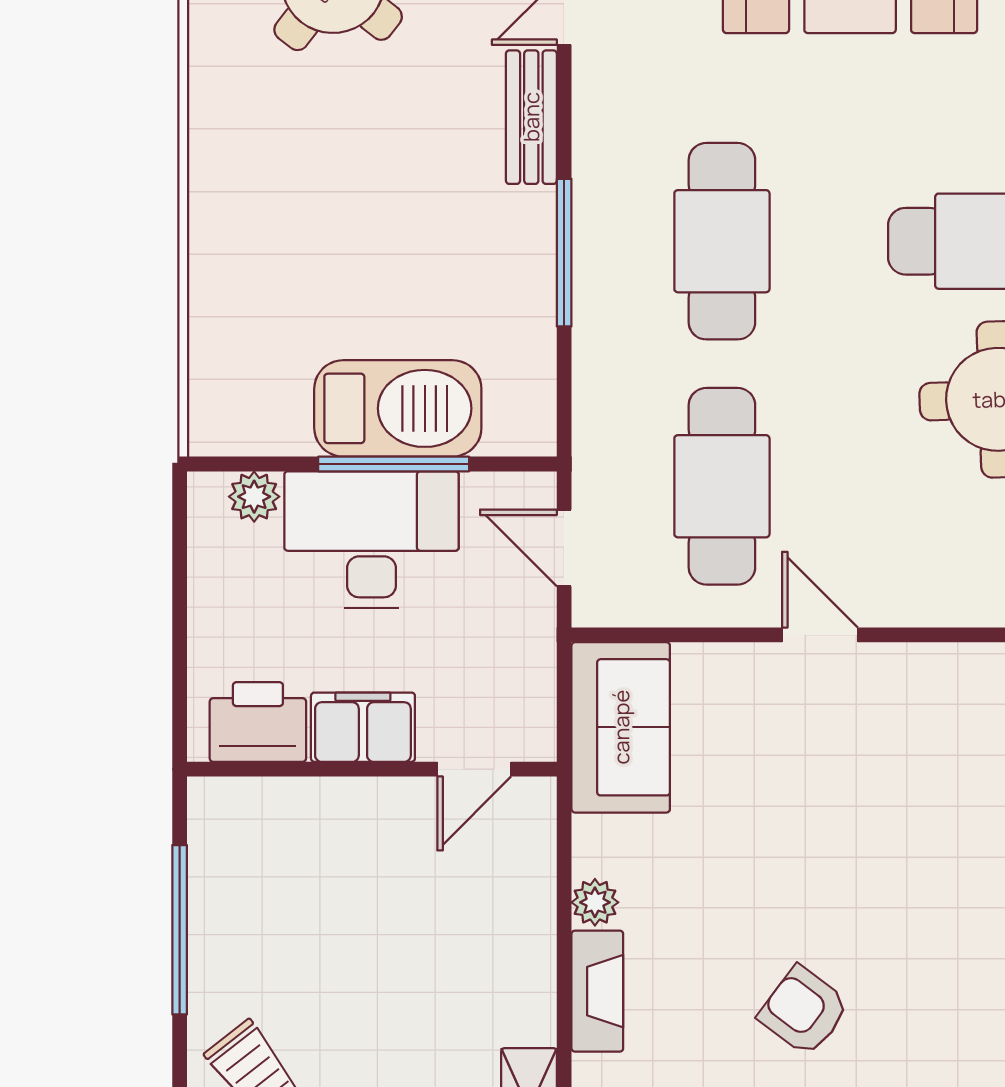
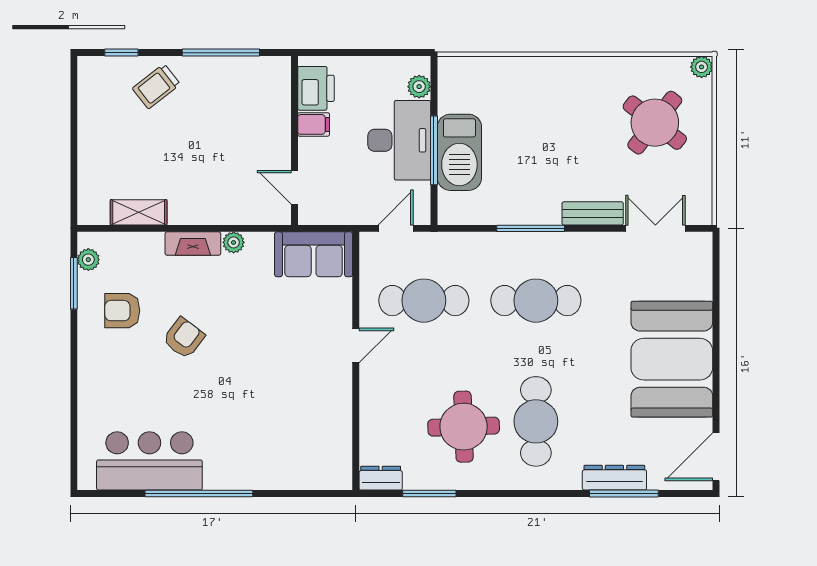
filing cabinet: (363, 727) -> (314, 124), width x0.50

